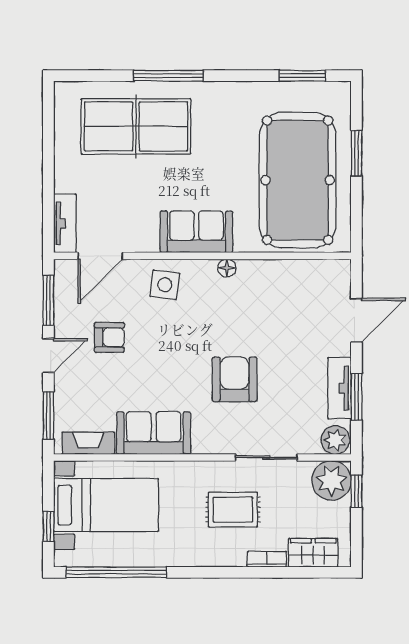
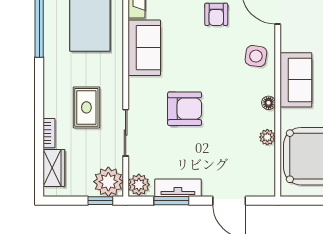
plant: (272, 270) -> (267, 137), added

